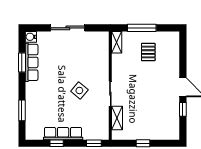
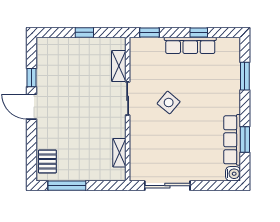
sliding door: (68, 28) -> (167, 186), moved
window: (142, 28) -> (67, 186), moved
shelving: (117, 42) -> (119, 153), moved
pallet: (148, 52) -> (47, 161), moved

